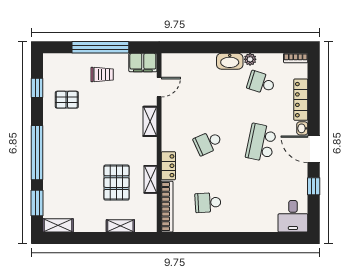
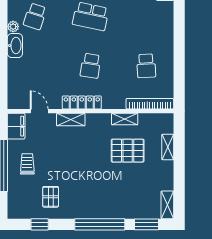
school desk: (208, 143) -> (91, 66), turned 33
locker: (168, 166) -> (82, 102), moved, width x1.53

